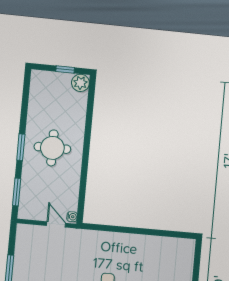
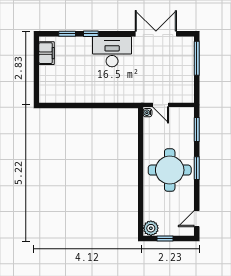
door: (26, 89) -> (197, 219), added
round table: (52, 148) -> (170, 170), width x1.36, depth x1.36

